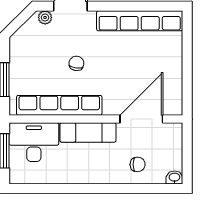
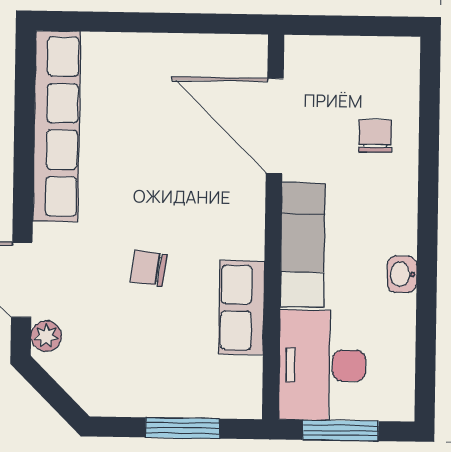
row of seats: (59, 105) -> (242, 308), width x0.50
washbasin: (174, 178) -> (402, 274), moved

